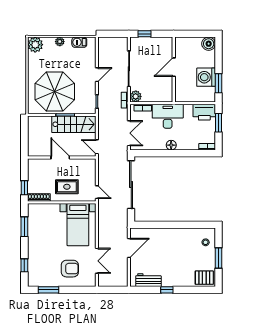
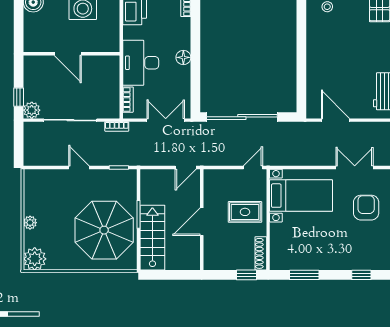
barbecue: (79, 42) -> (31, 193), removed
plant: (136, 96) -> (32, 110), moved
stairs: (74, 124) -> (152, 238), moved
rug: (67, 187) -> (245, 212), turned 90

